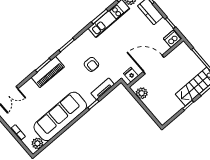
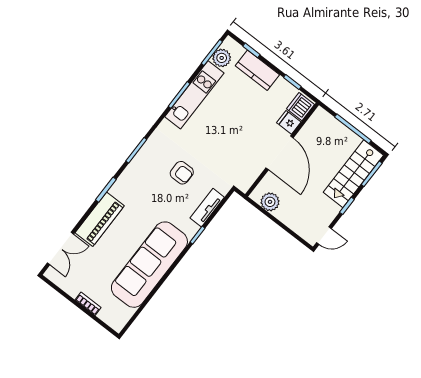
door: (154, 64) -> (280, 153), swing flipped
piano: (48, 72) -> (100, 219), moved
fridge: (131, 75) -> (289, 122), moved
door: (170, 121) -> (324, 236), added
plant: (37, 143) -> (122, 314), removed

